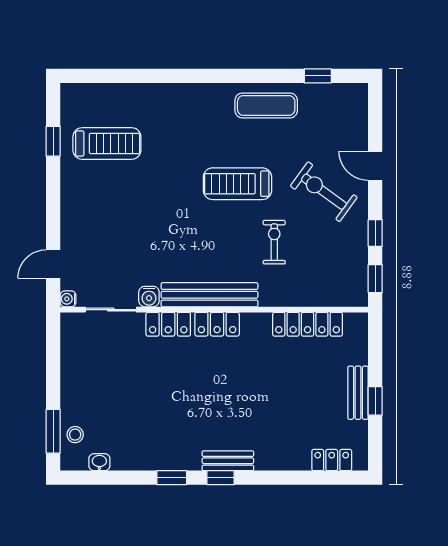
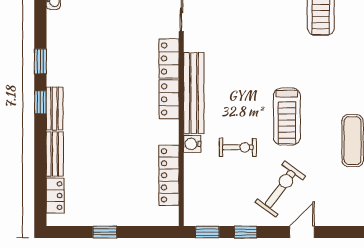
treadmill: (237, 184) -> (287, 117), turned 180
water cooler: (149, 297) -> (192, 144), moved
bench: (358, 393) -> (55, 154), moved, turned 90

